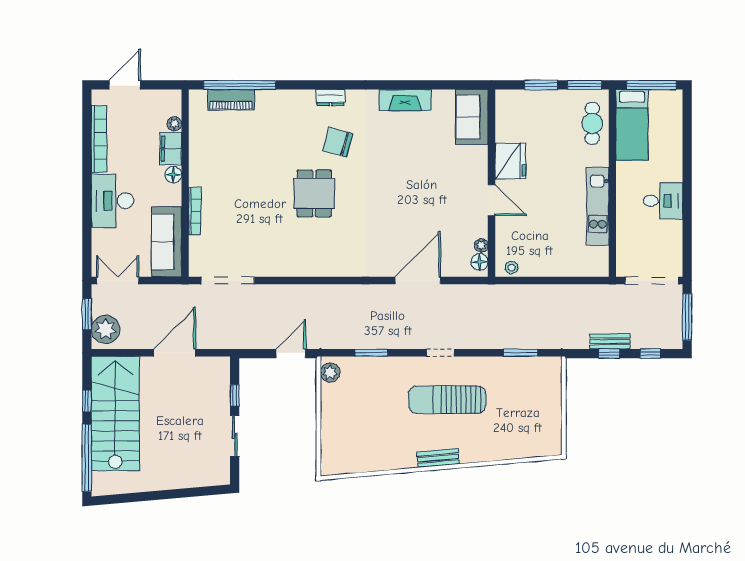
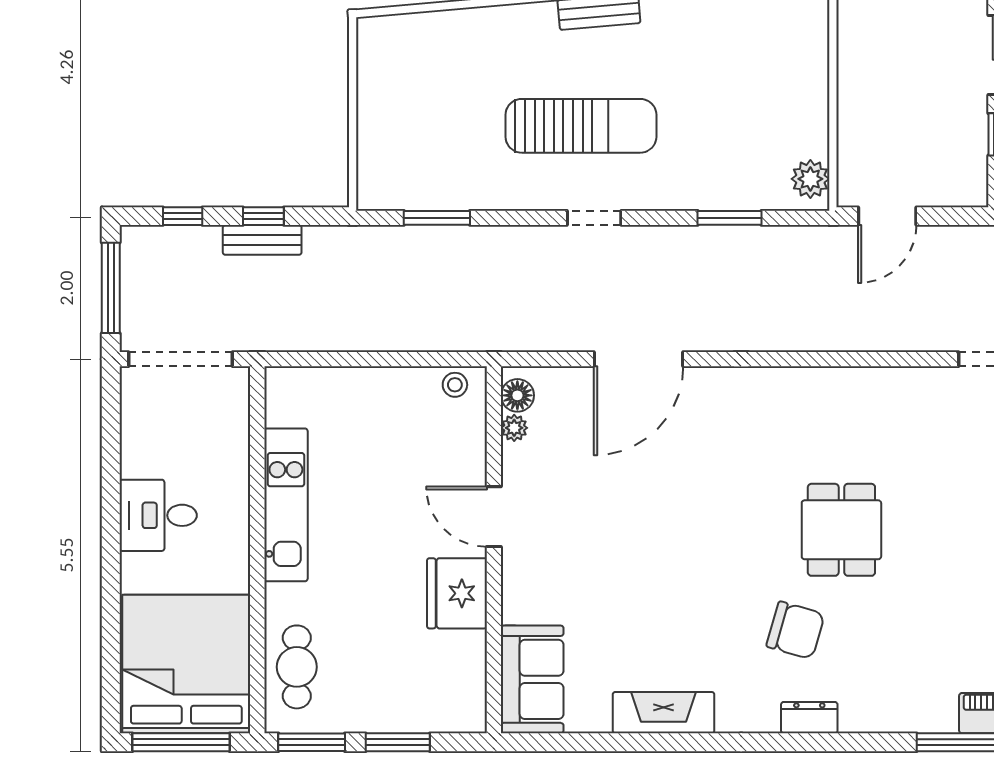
bed: (632, 125) -> (186, 664), width x2.04

